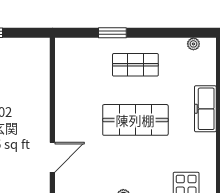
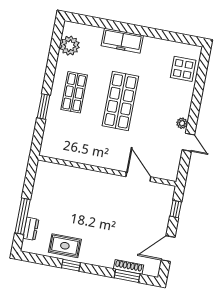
plant: (193, 44) -> (70, 46), width x1.87, depth x1.87

